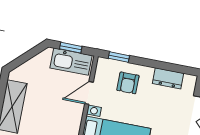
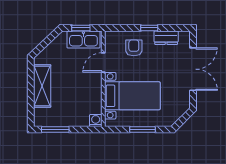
window: (119, 57) -> (149, 28), moved
armchair: (128, 83) -> (134, 48), turned 180

